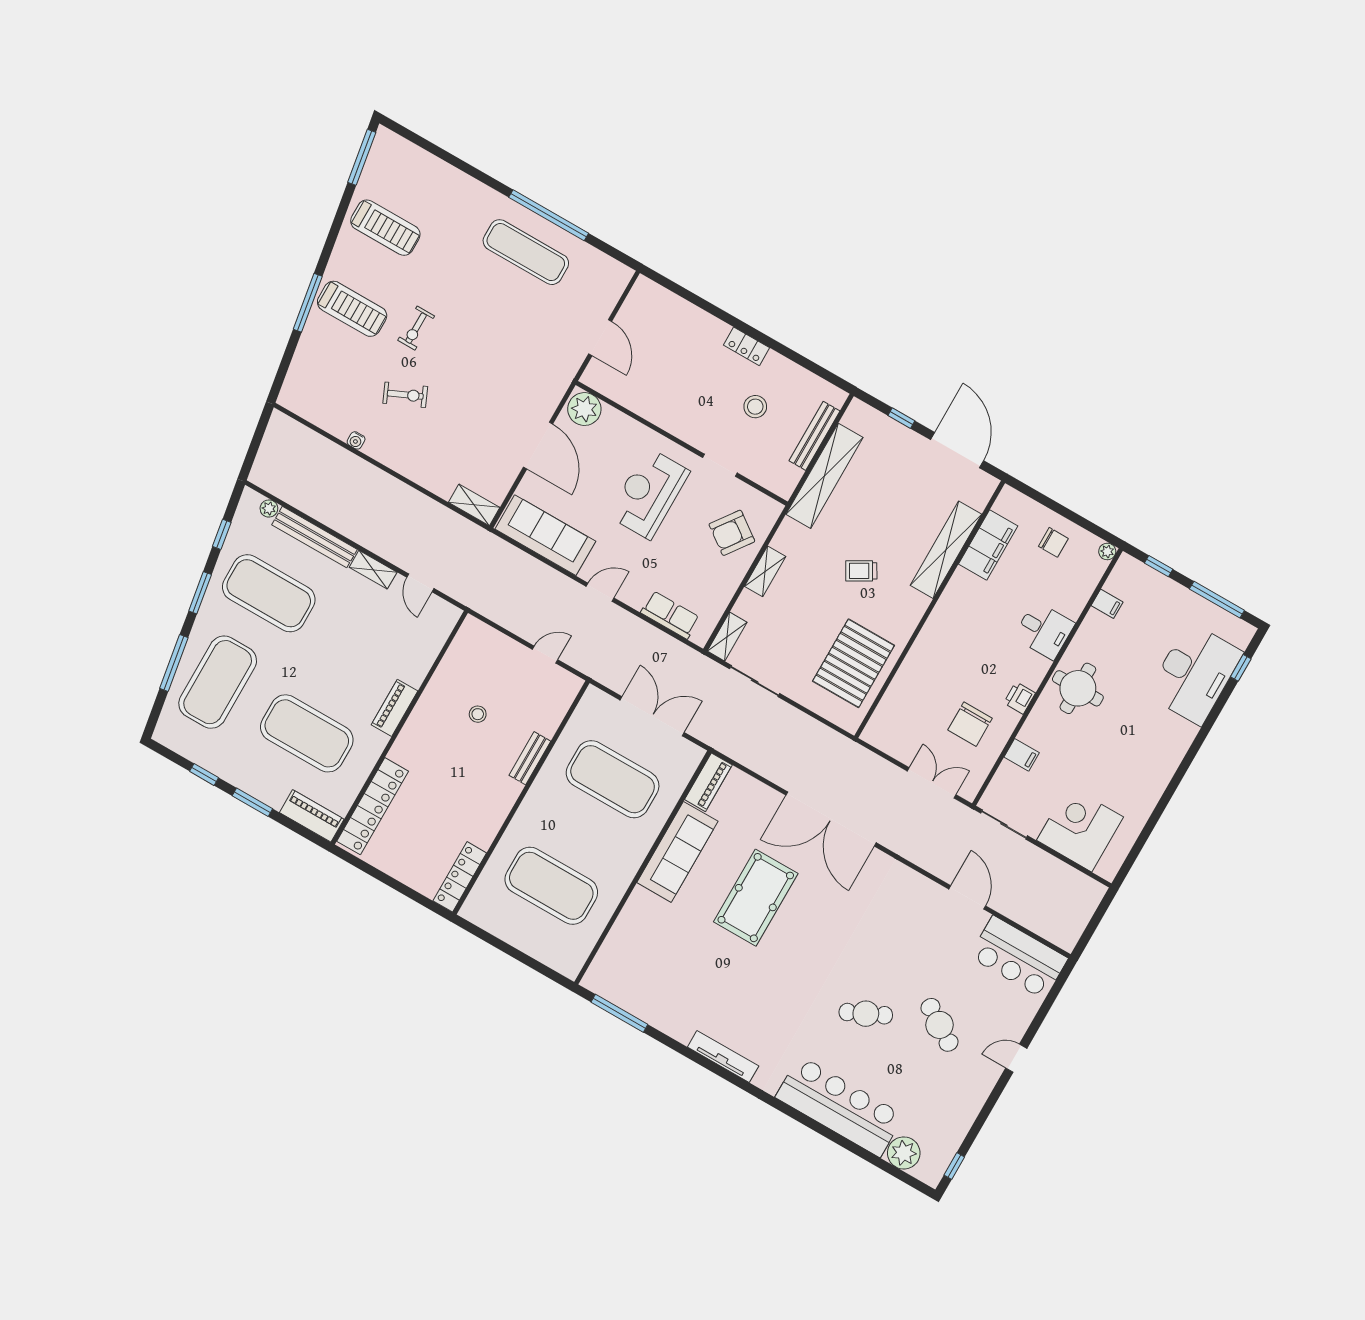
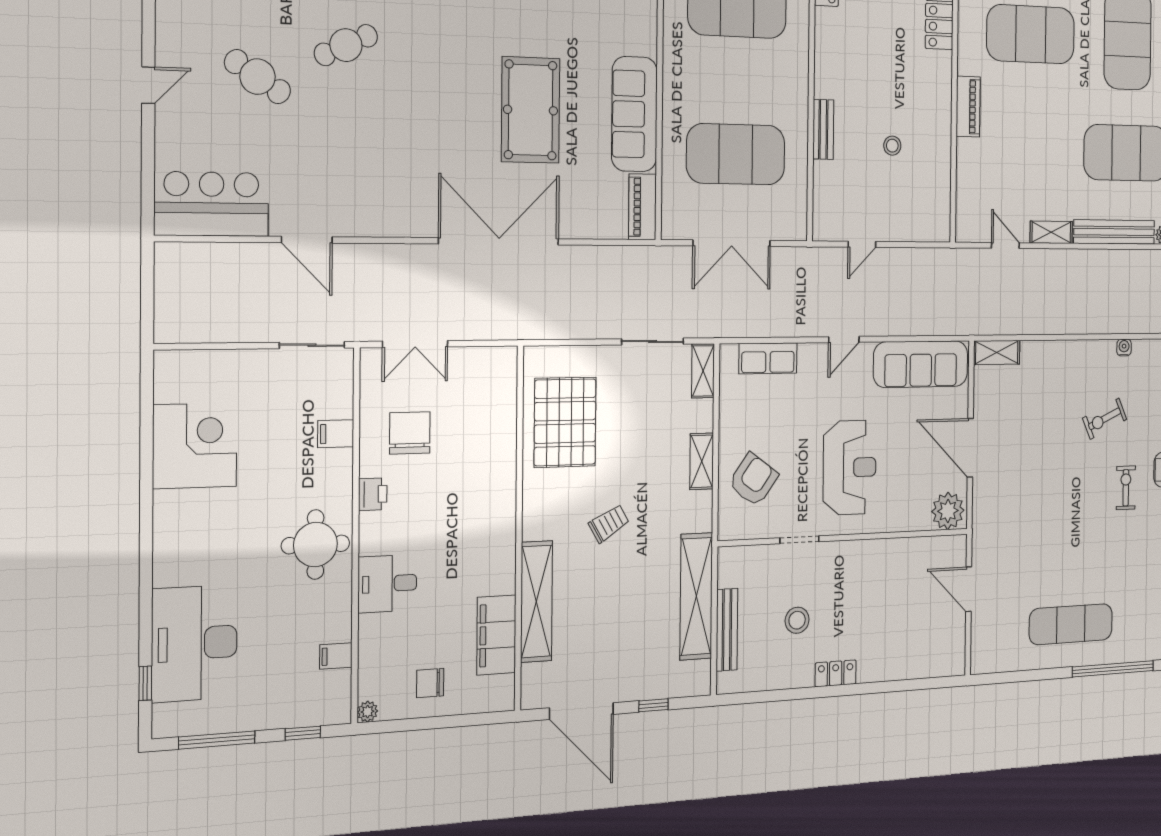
window: (549, 215) -> (1113, 669), moved
corner desk: (1080, 829) -> (195, 446), moved, turned -90

